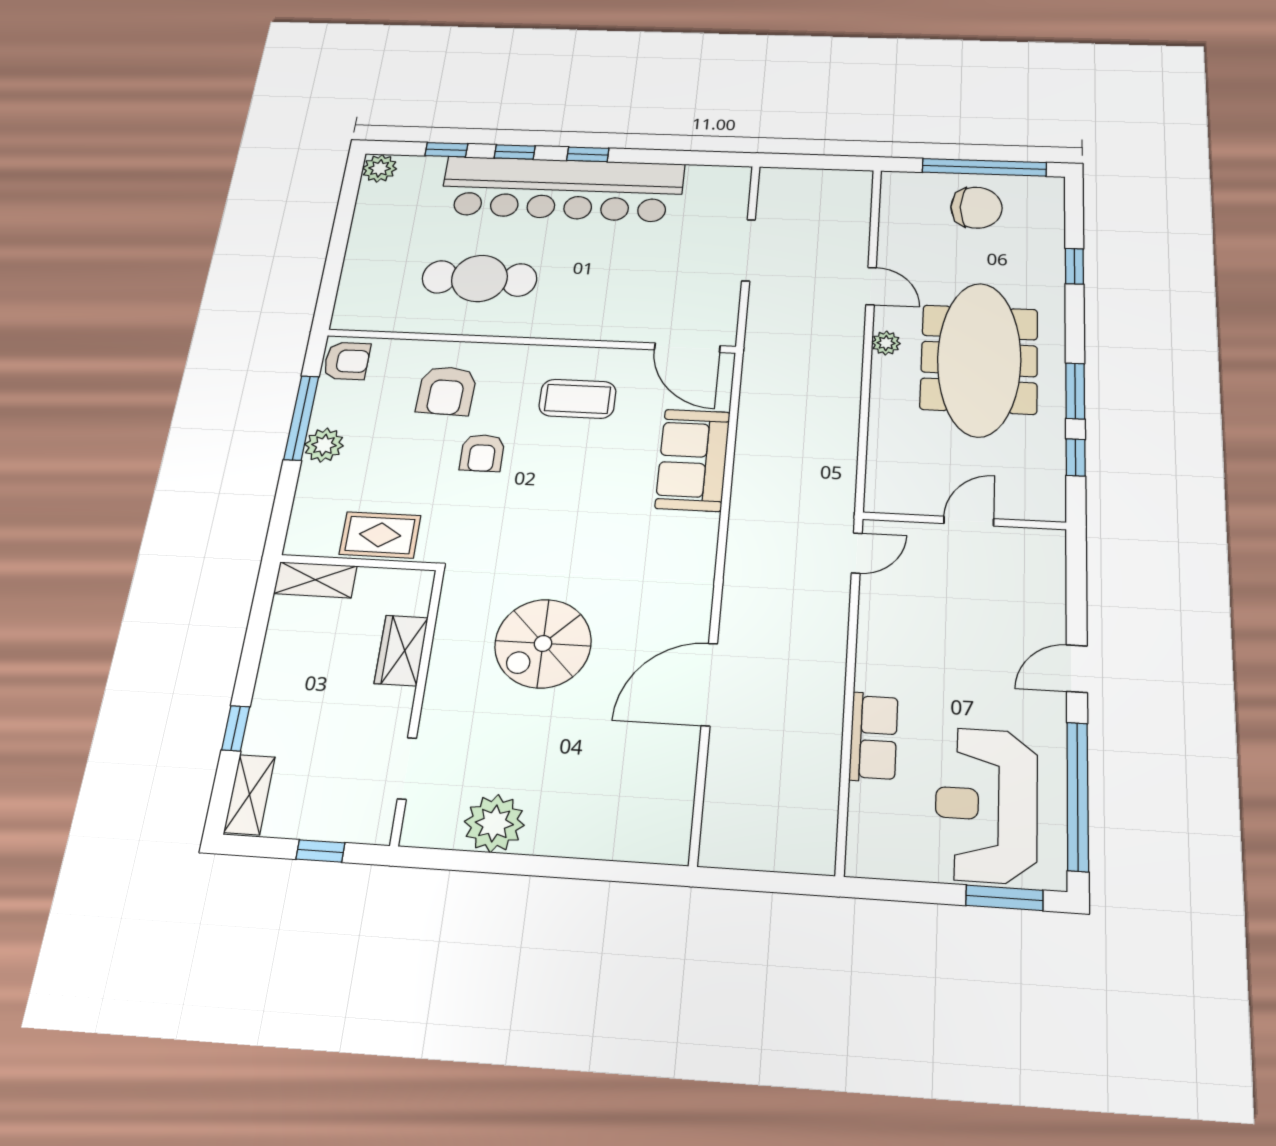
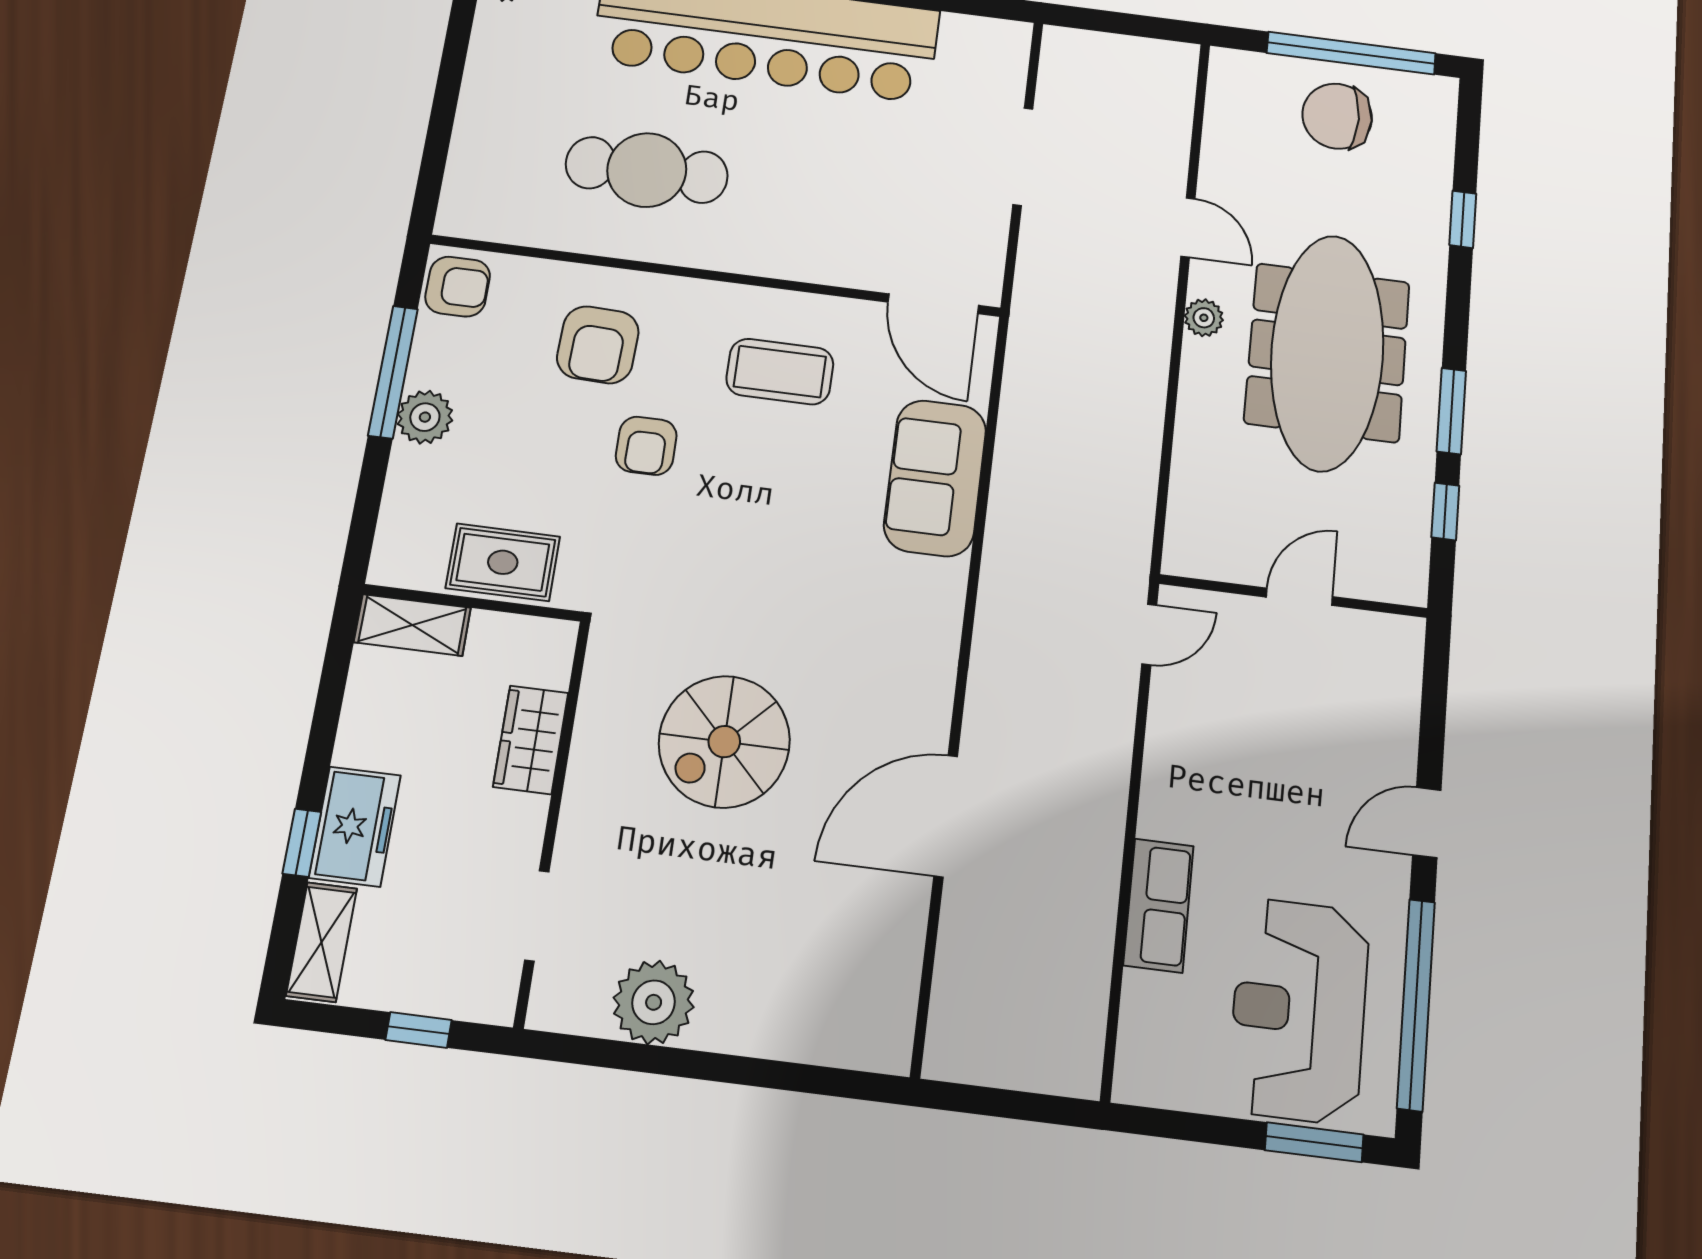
chair: (976, 208) -> (1337, 116), turned 180
freezer: (274, 715) -> (355, 826), added

